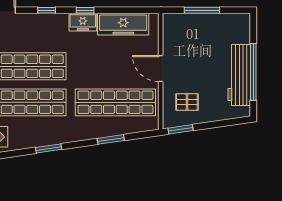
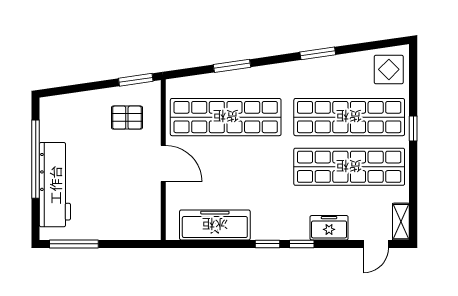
window: (47, 10) -> (302, 244), moved
window: (202, 10) -> (74, 244), moved
freezer: (83, 22) -> (329, 228), moved
workbench: (239, 75) -> (55, 185), moved

